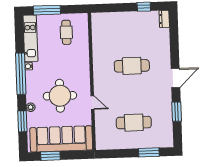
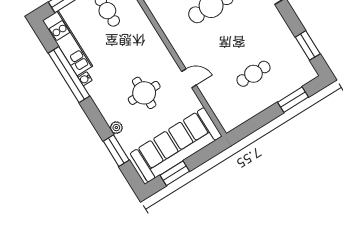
window: (21, 74) -> (69, 75), moved
round table: (60, 96) -> (144, 93), width x0.73, depth x0.73
window: (177, 112) -> (308, 45), moved
cafe table: (134, 123) -> (253, 74), width x0.73, depth x0.74

